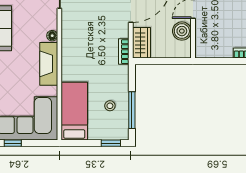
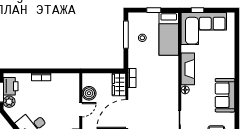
window: (13, 143) -> (198, 10), moved
window: (111, 143) -> (154, 10), moved

